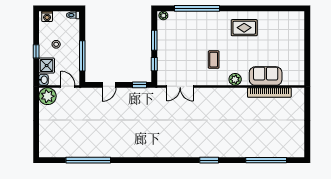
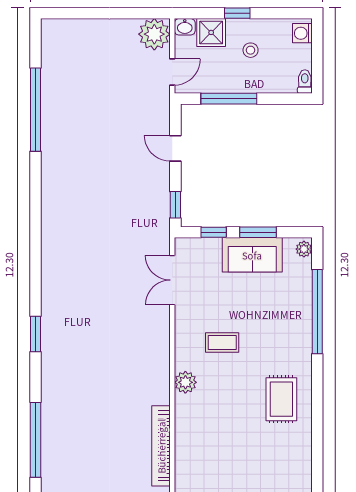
sofa: (266, 76) -> (252, 255), moved, turned 90

